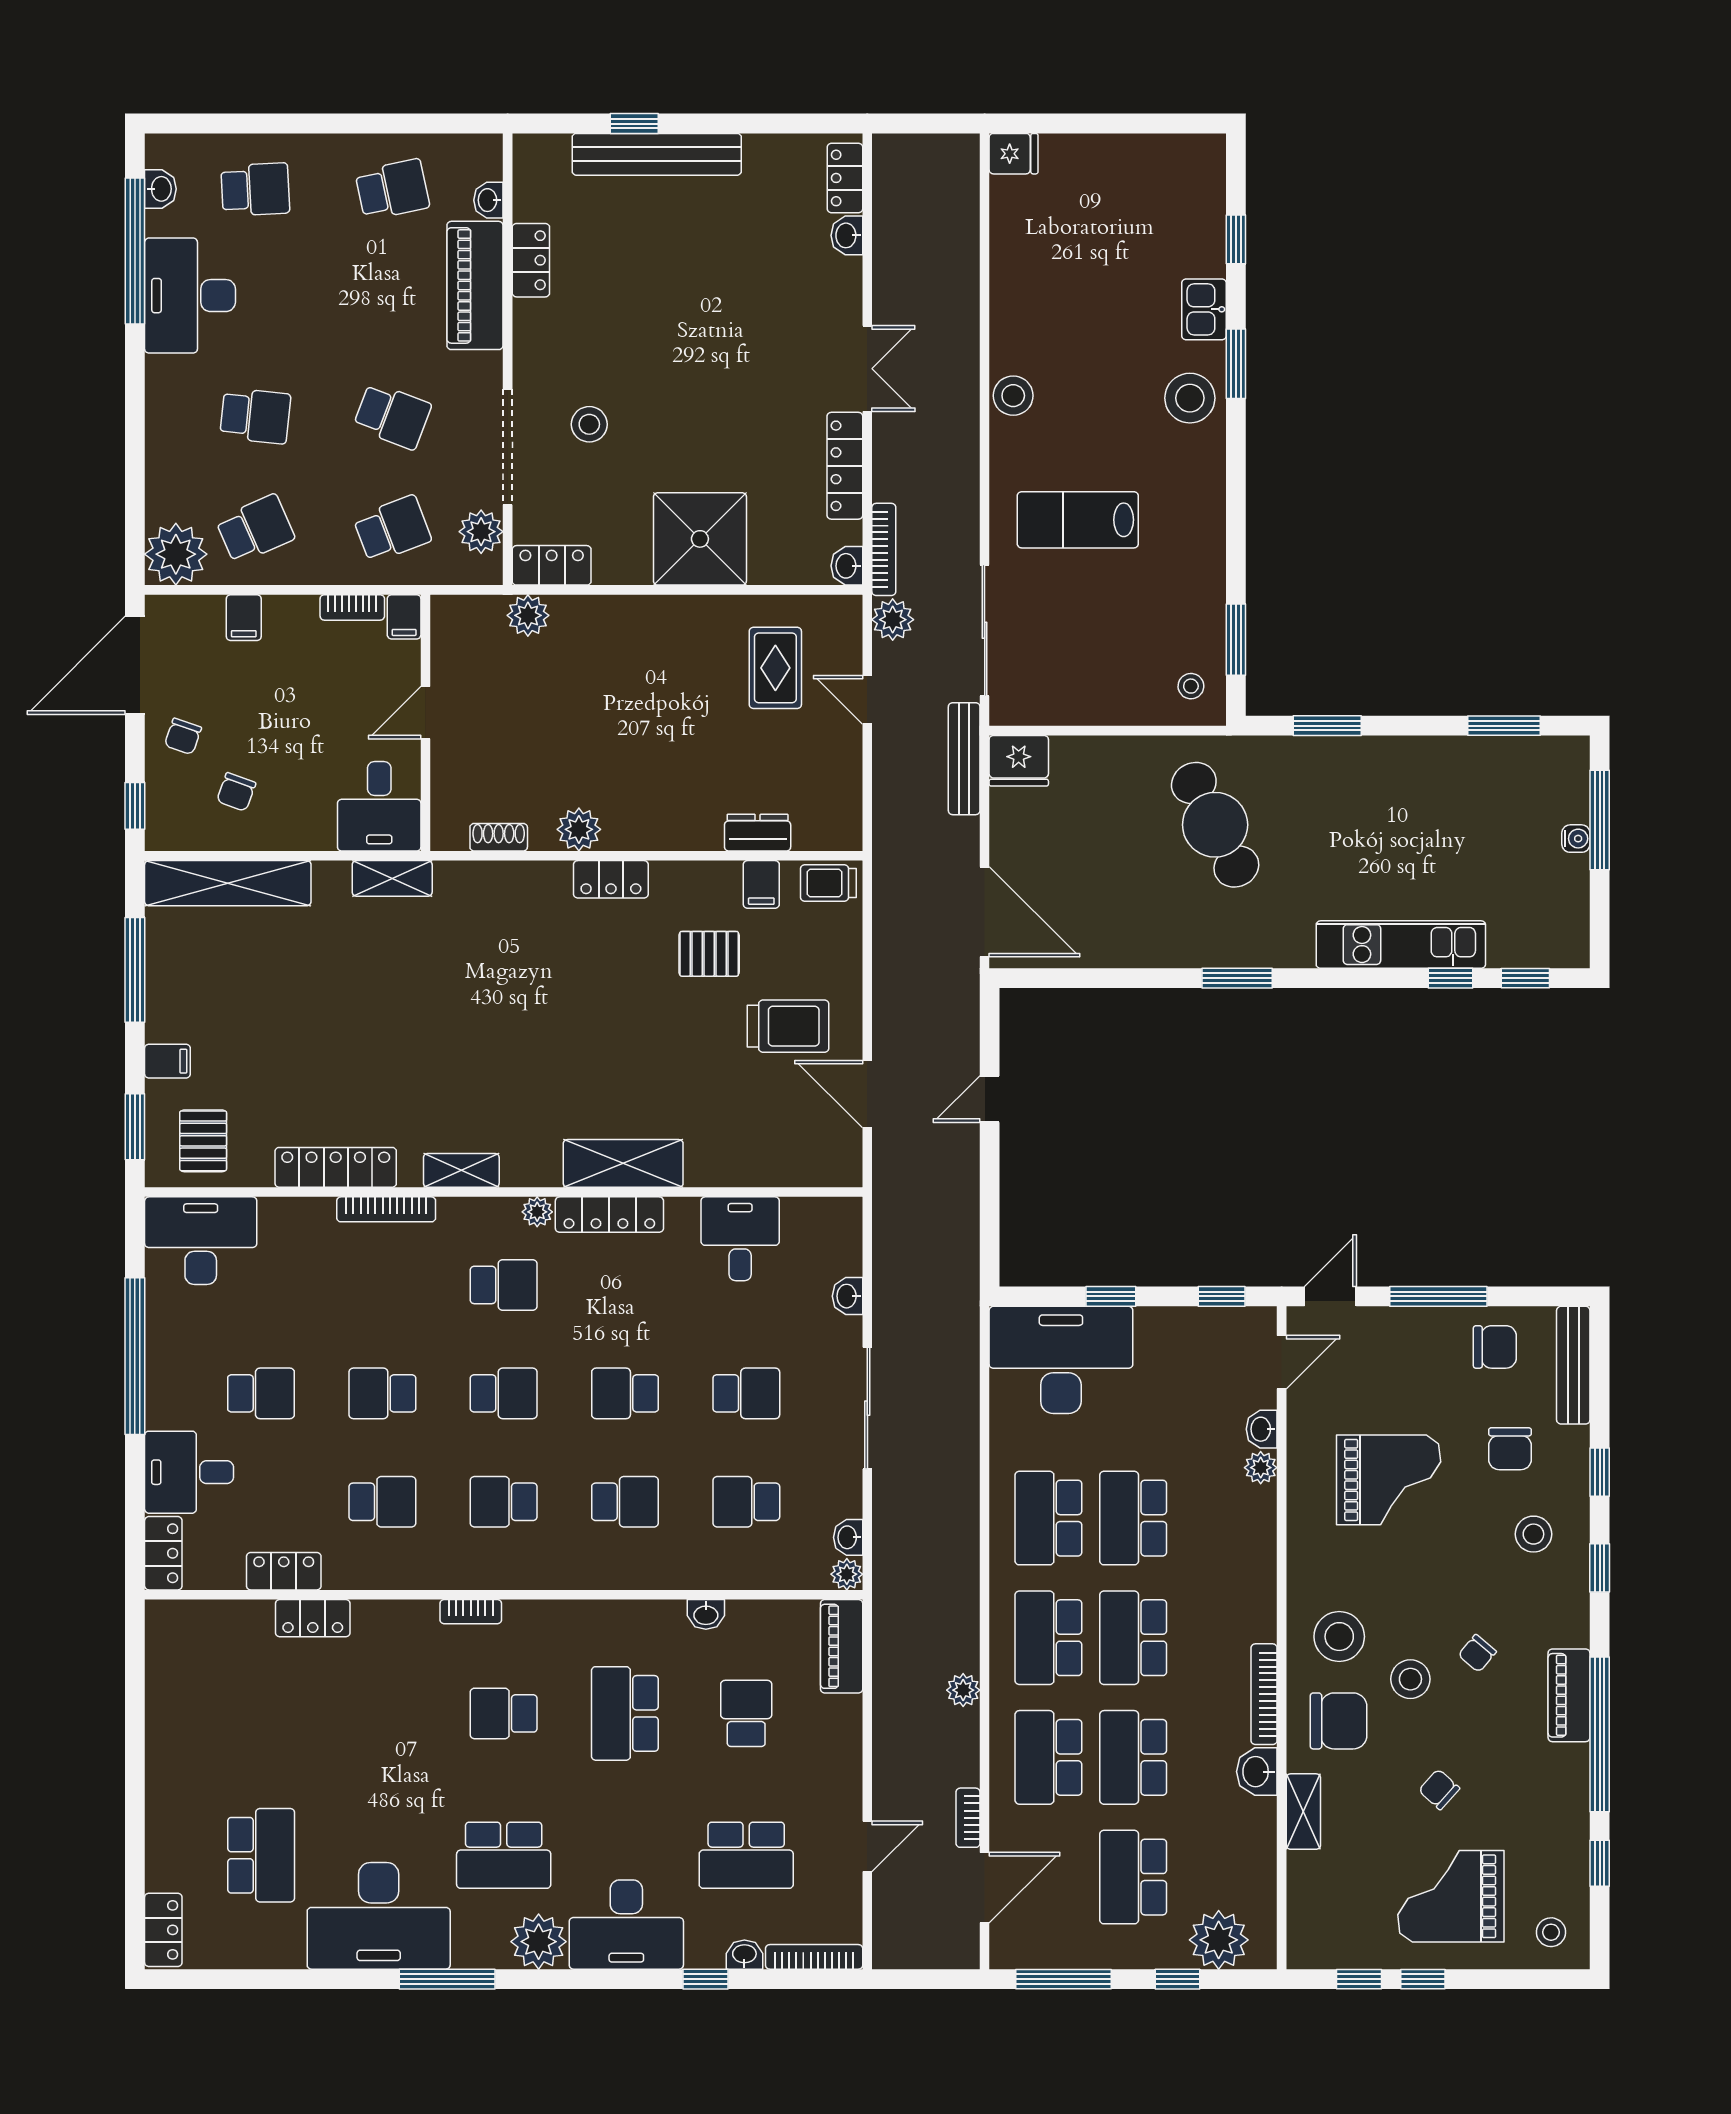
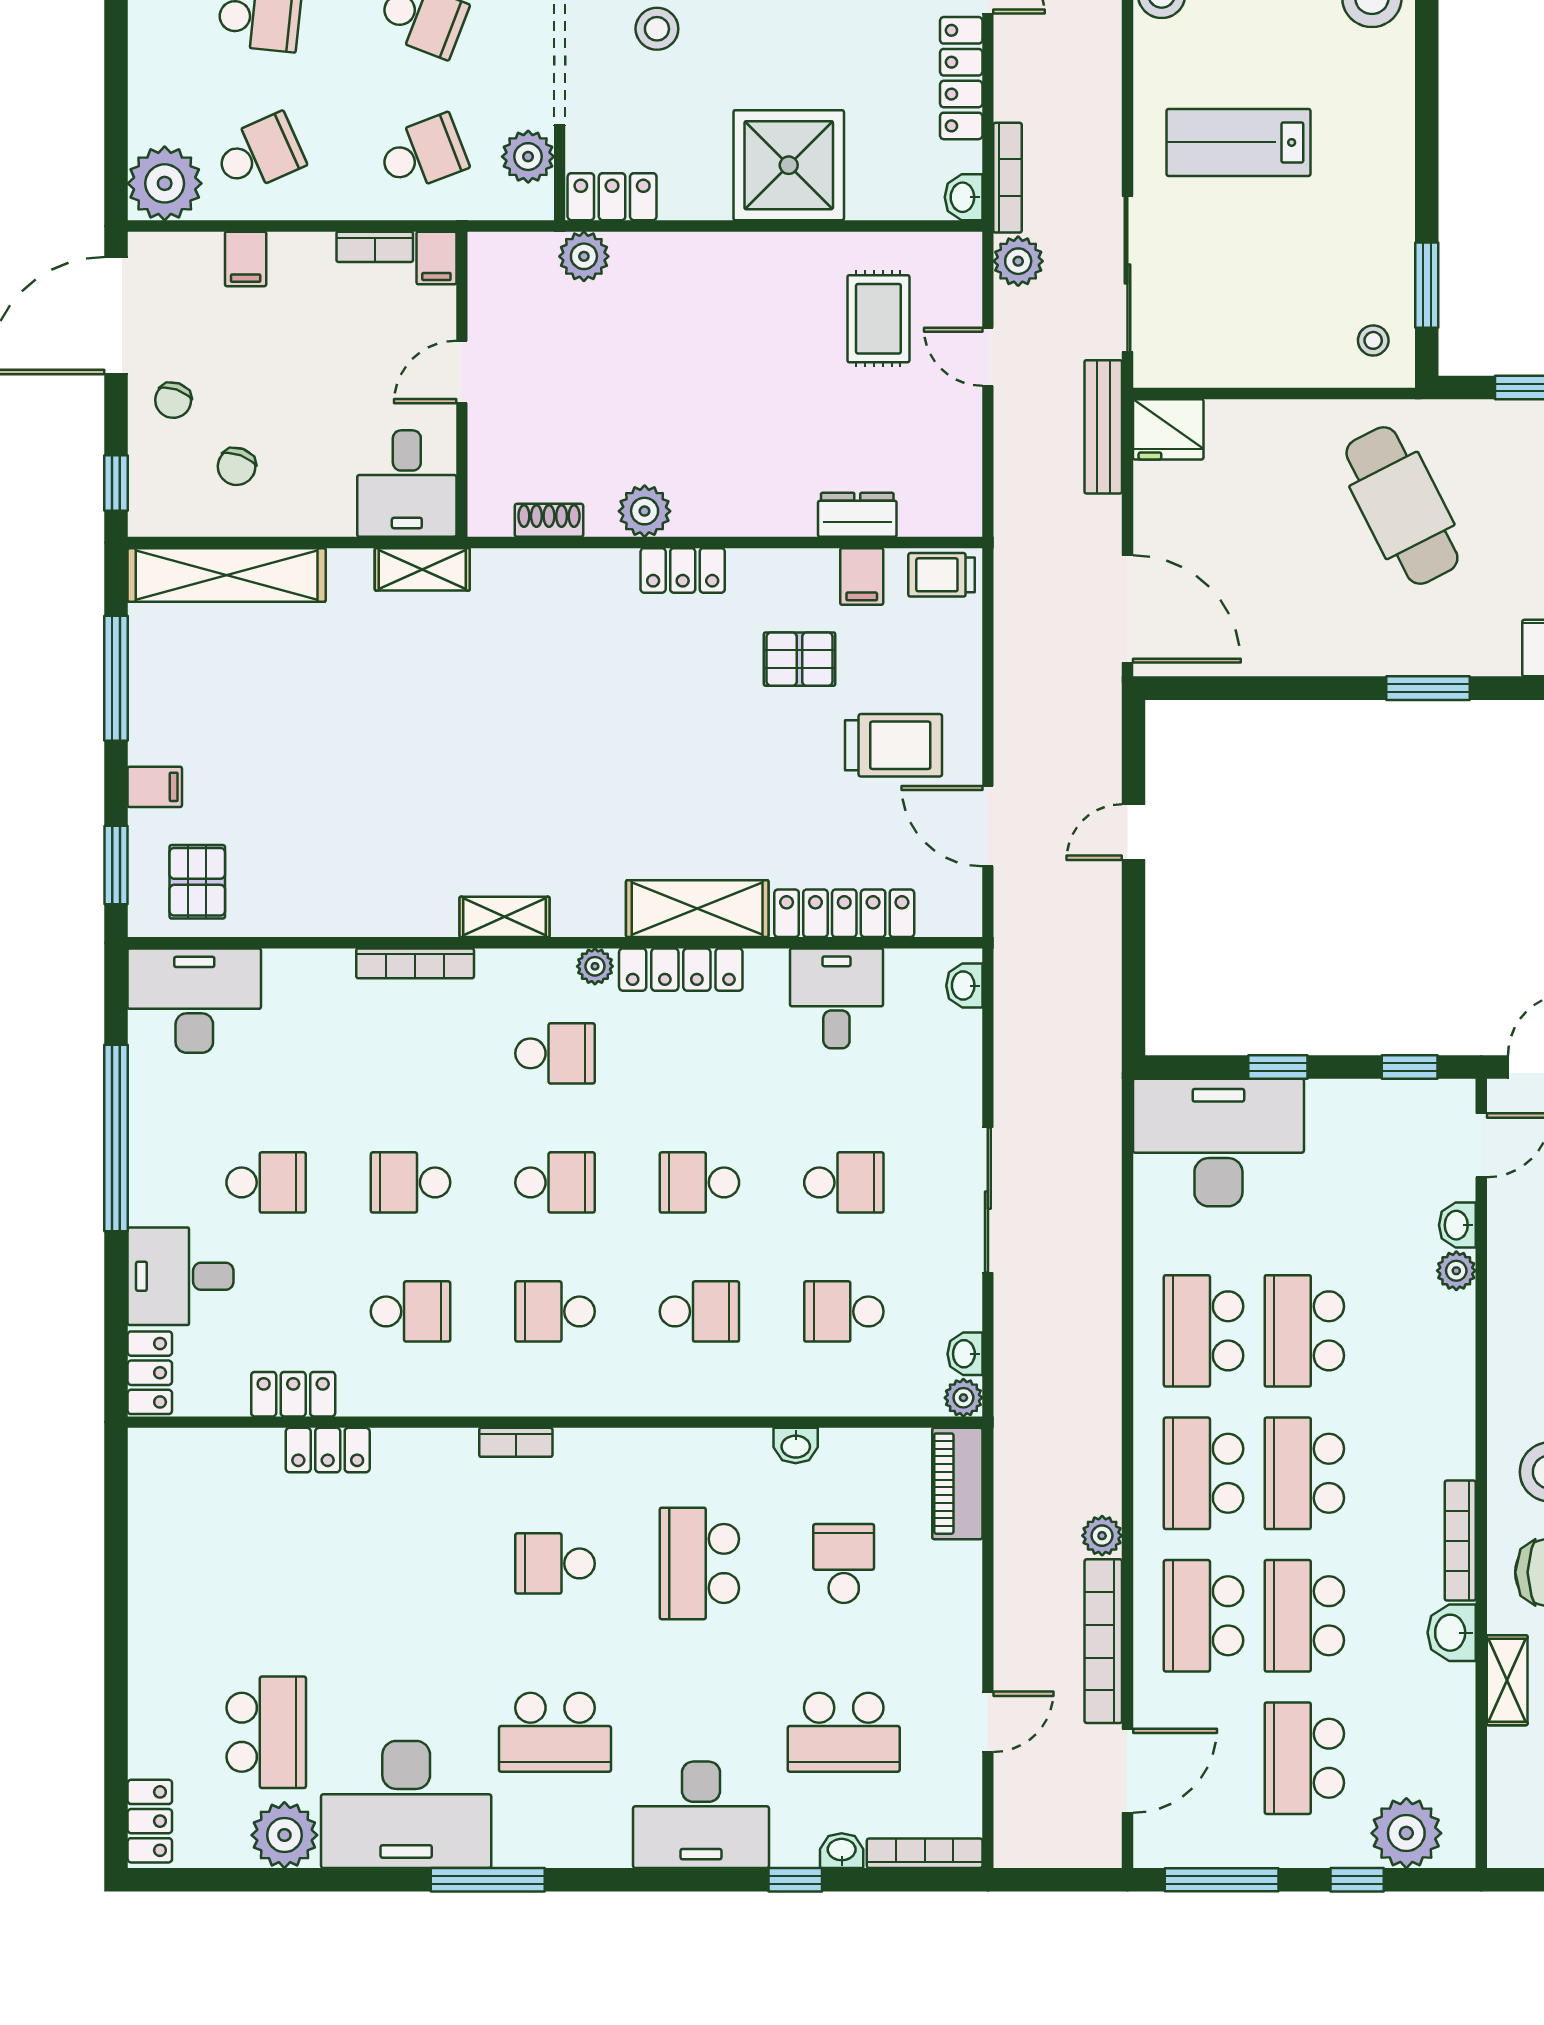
locker: (336, 1167) -> (844, 913), moved
washbasin: (847, 1296) -> (964, 986), moved
bookcase: (968, 1818) -> (1103, 1641), width x2.31, depth x1.31
plant: (539, 1942) -> (284, 1835), moved

